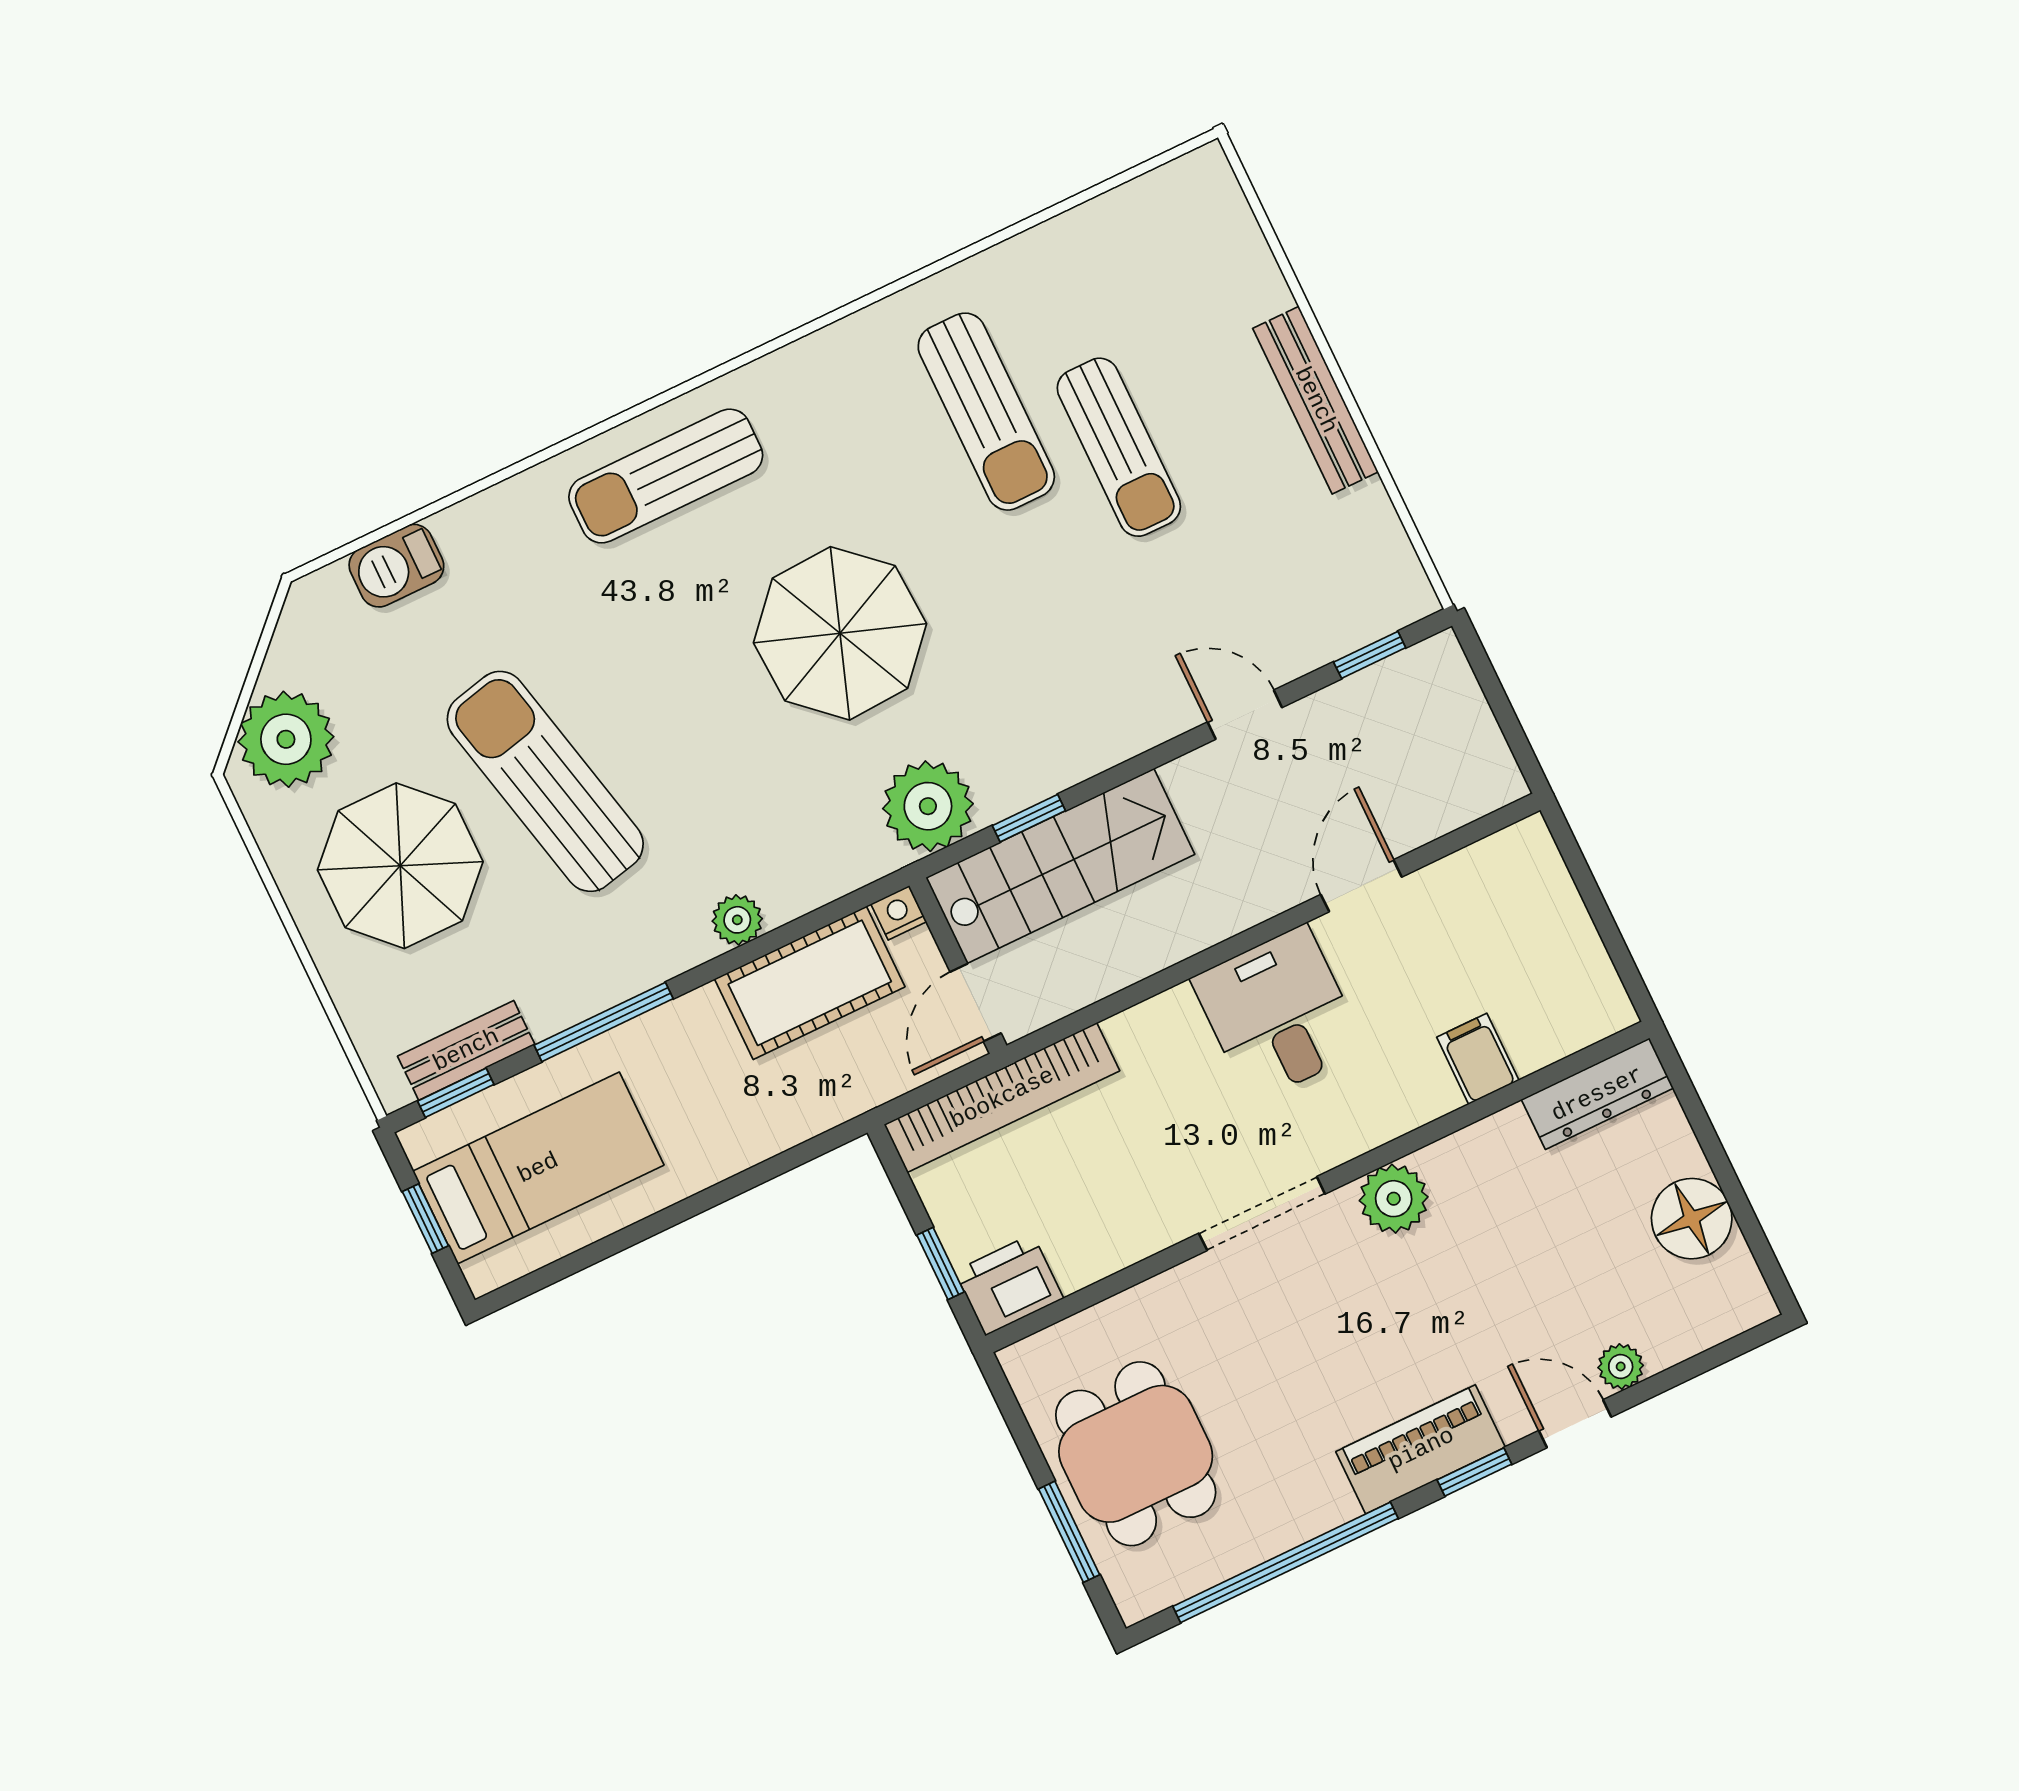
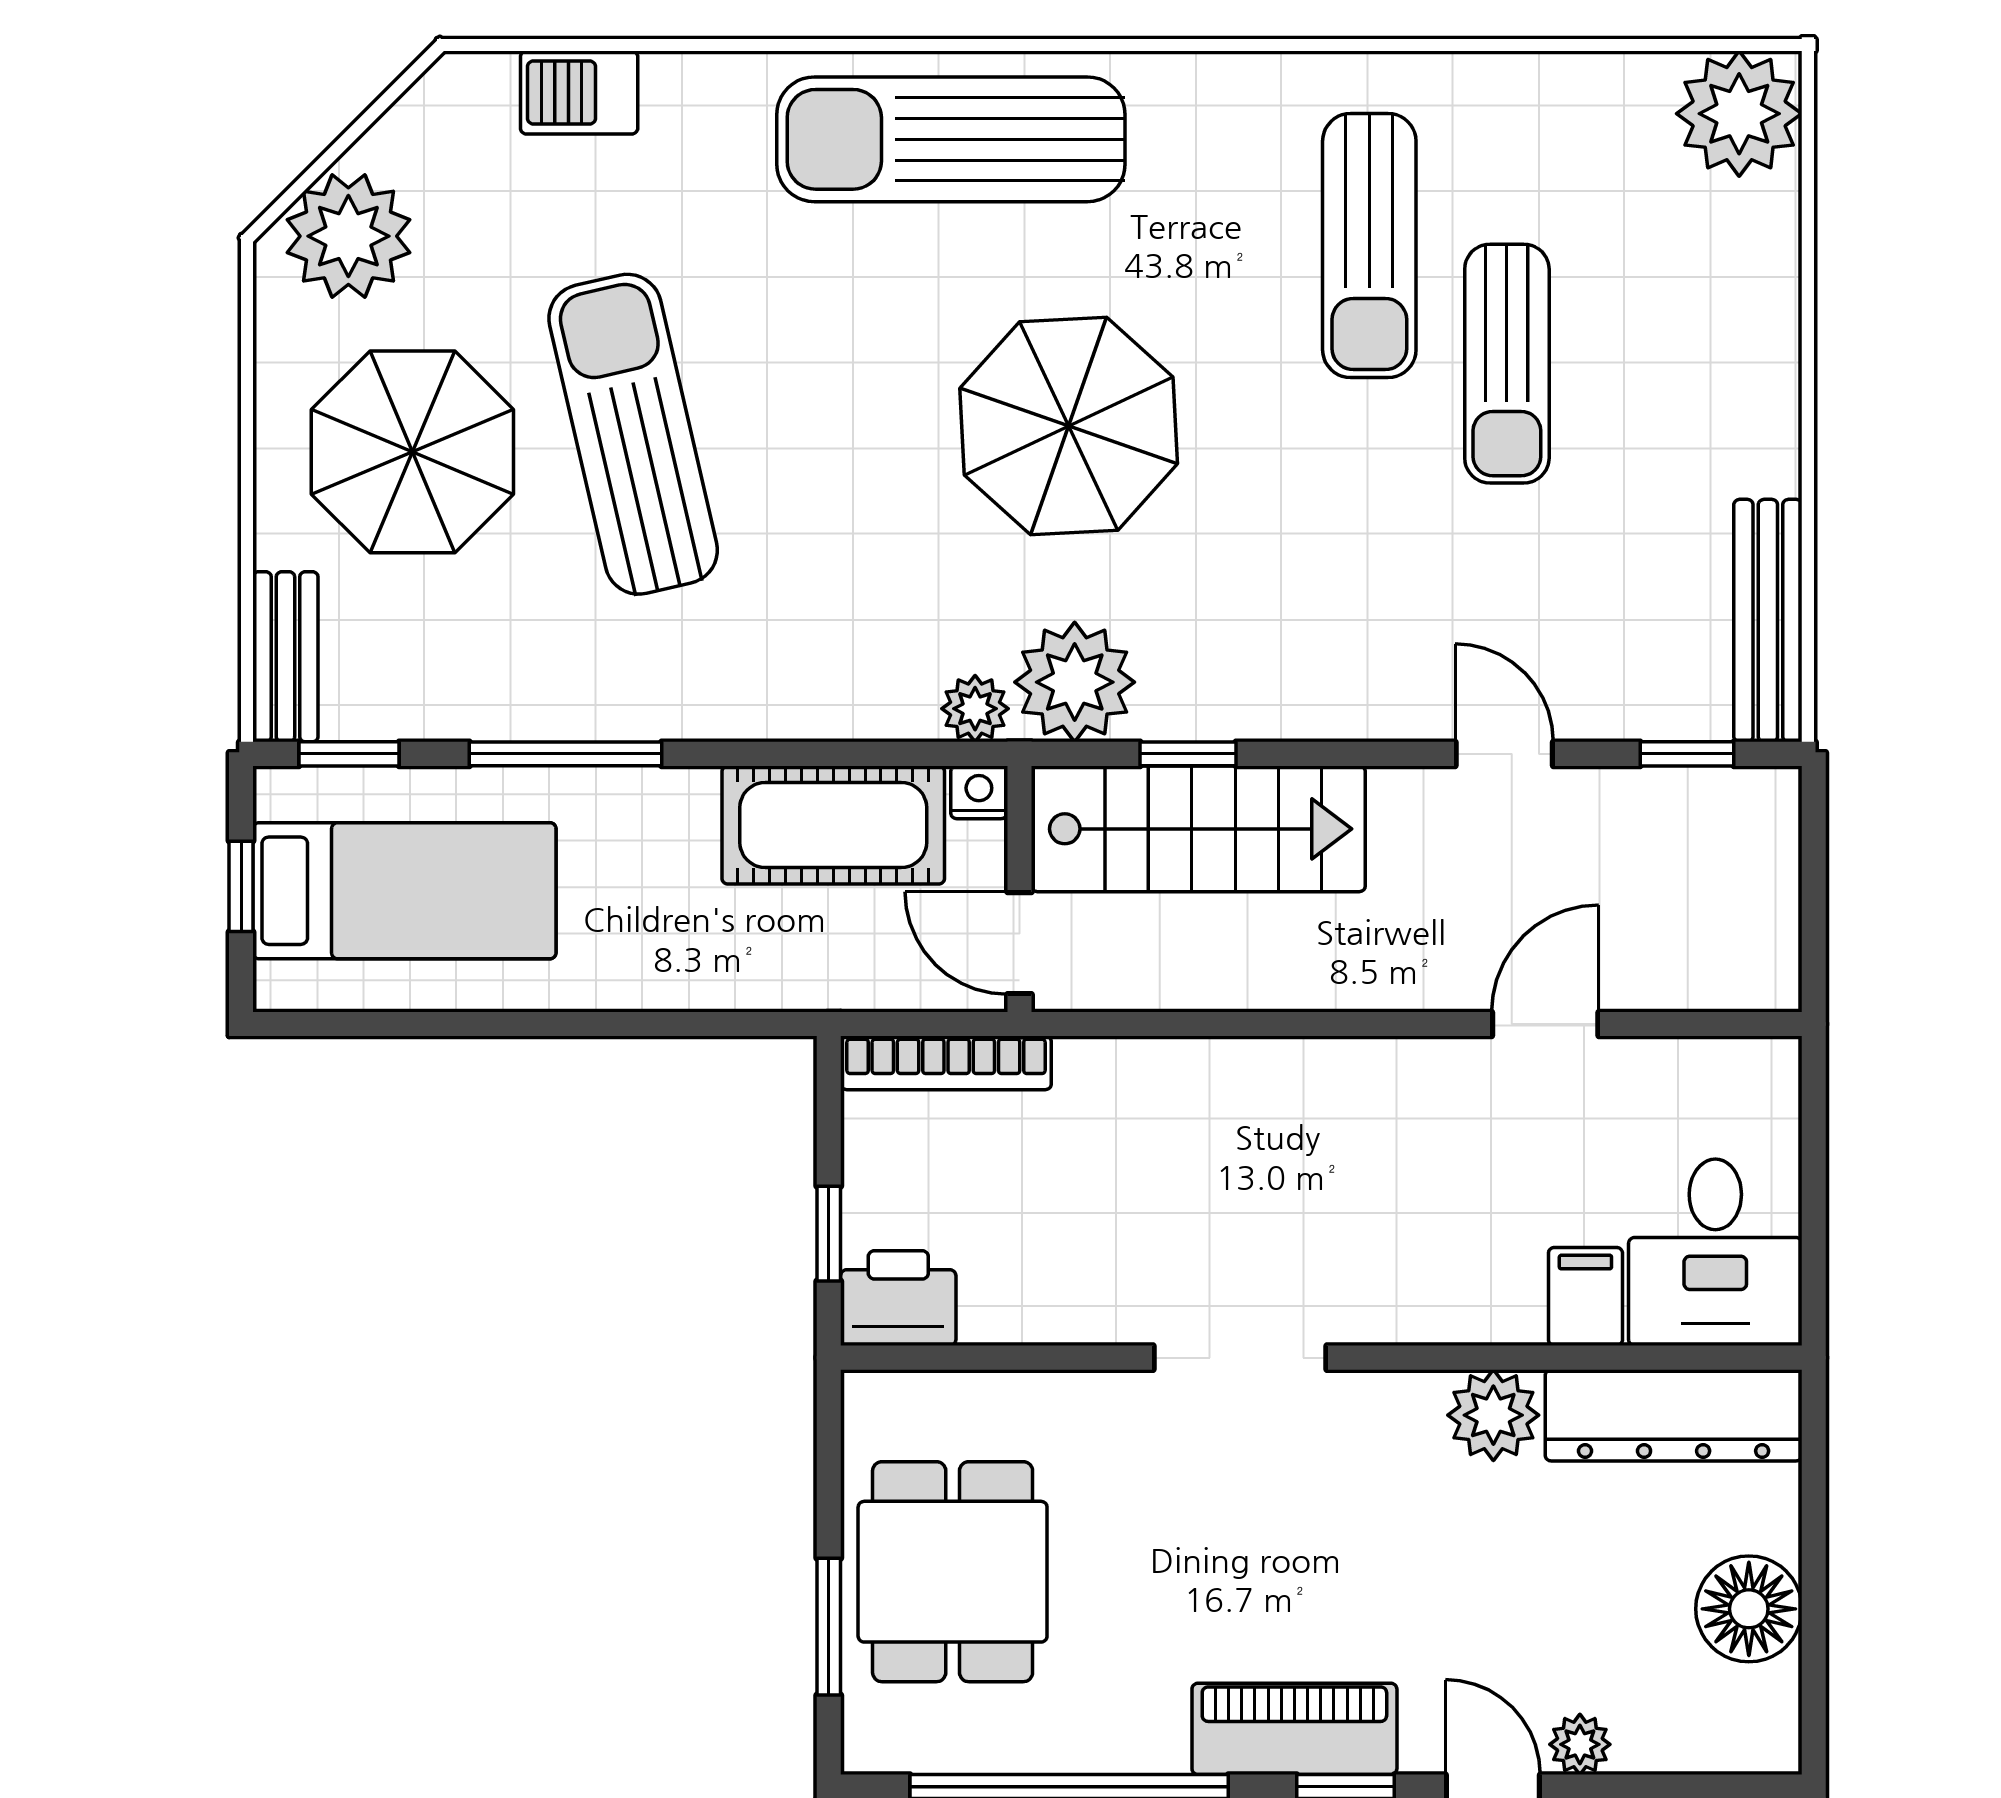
plant: (1196, 200) -> (1739, 114), added
bench: (1316, 400) -> (1768, 621), moved
sun lounger: (666, 476) -> (951, 139), width x1.36, depth x1.34
plant: (737, 920) -> (975, 709), moved
door: (976, 1003) -> (1019, 943), hinge flipped
desk: (1278, 1014) -> (1715, 1252), moved, turned 180
bench: (466, 1050) -> (285, 657), moved, turned 90
dresser: (1597, 1094) -> (1674, 1415), width x1.37, depth x1.24
bookcase: (1002, 1098) -> (946, 1063), width x0.68, depth x0.76
plant: (1394, 1199) -> (1493, 1415), moved

